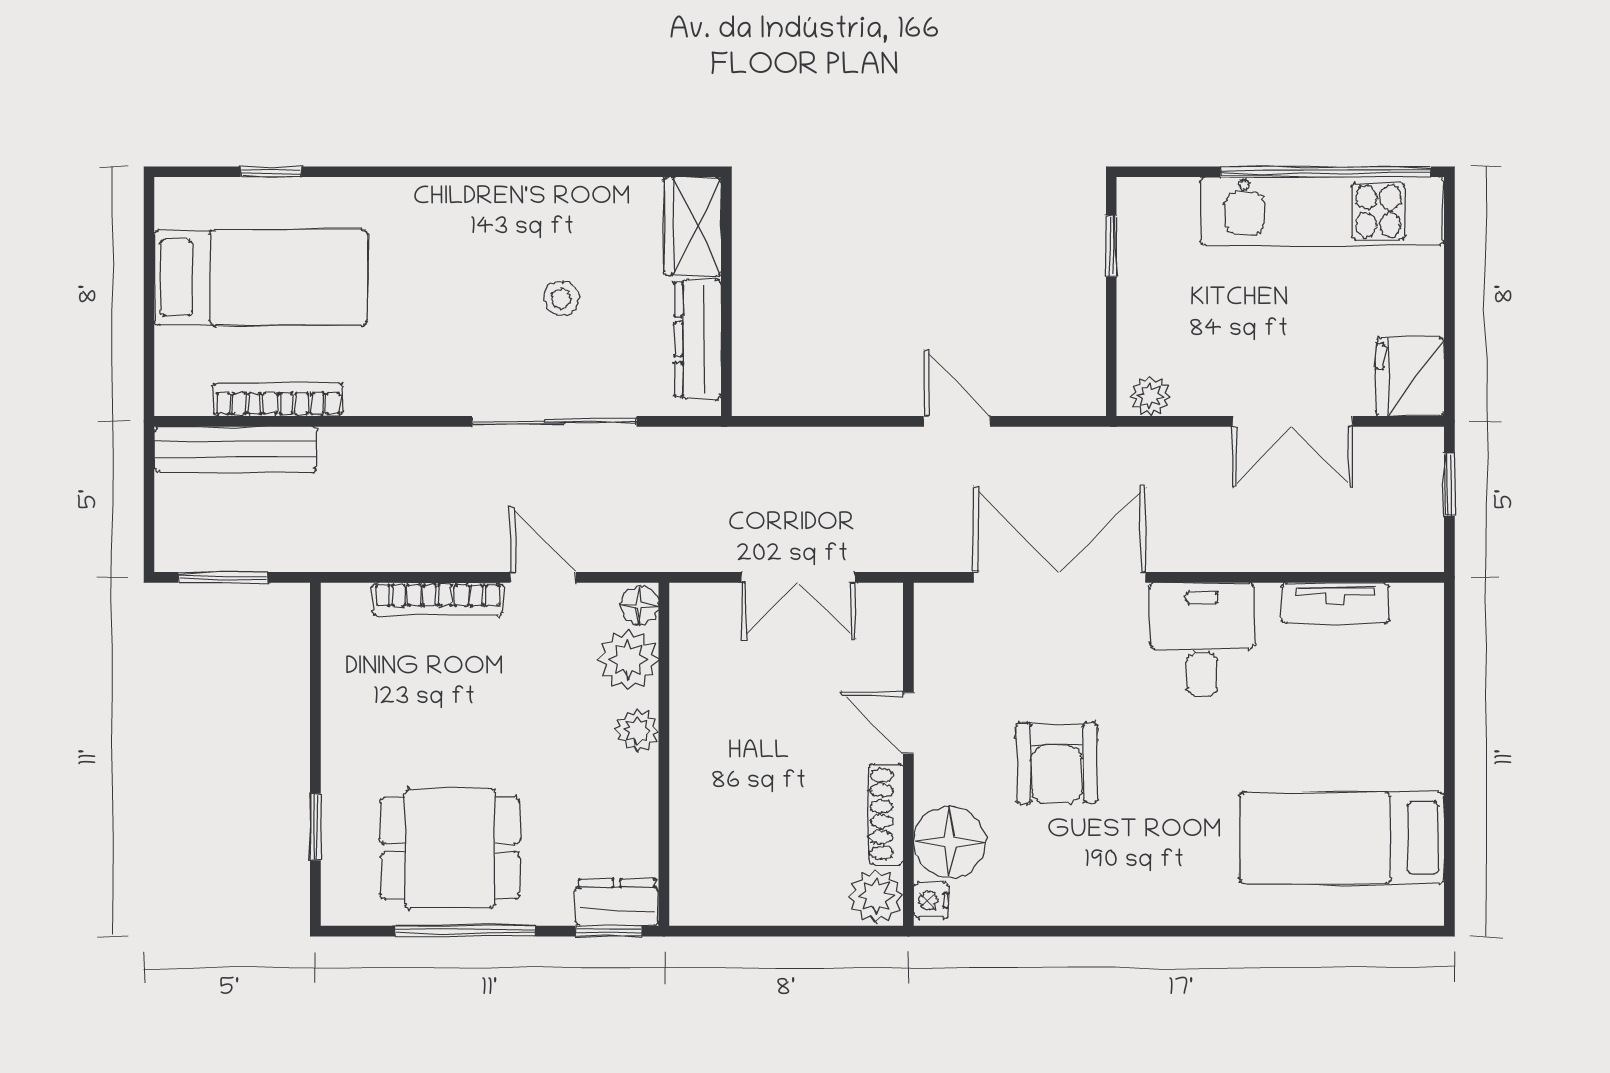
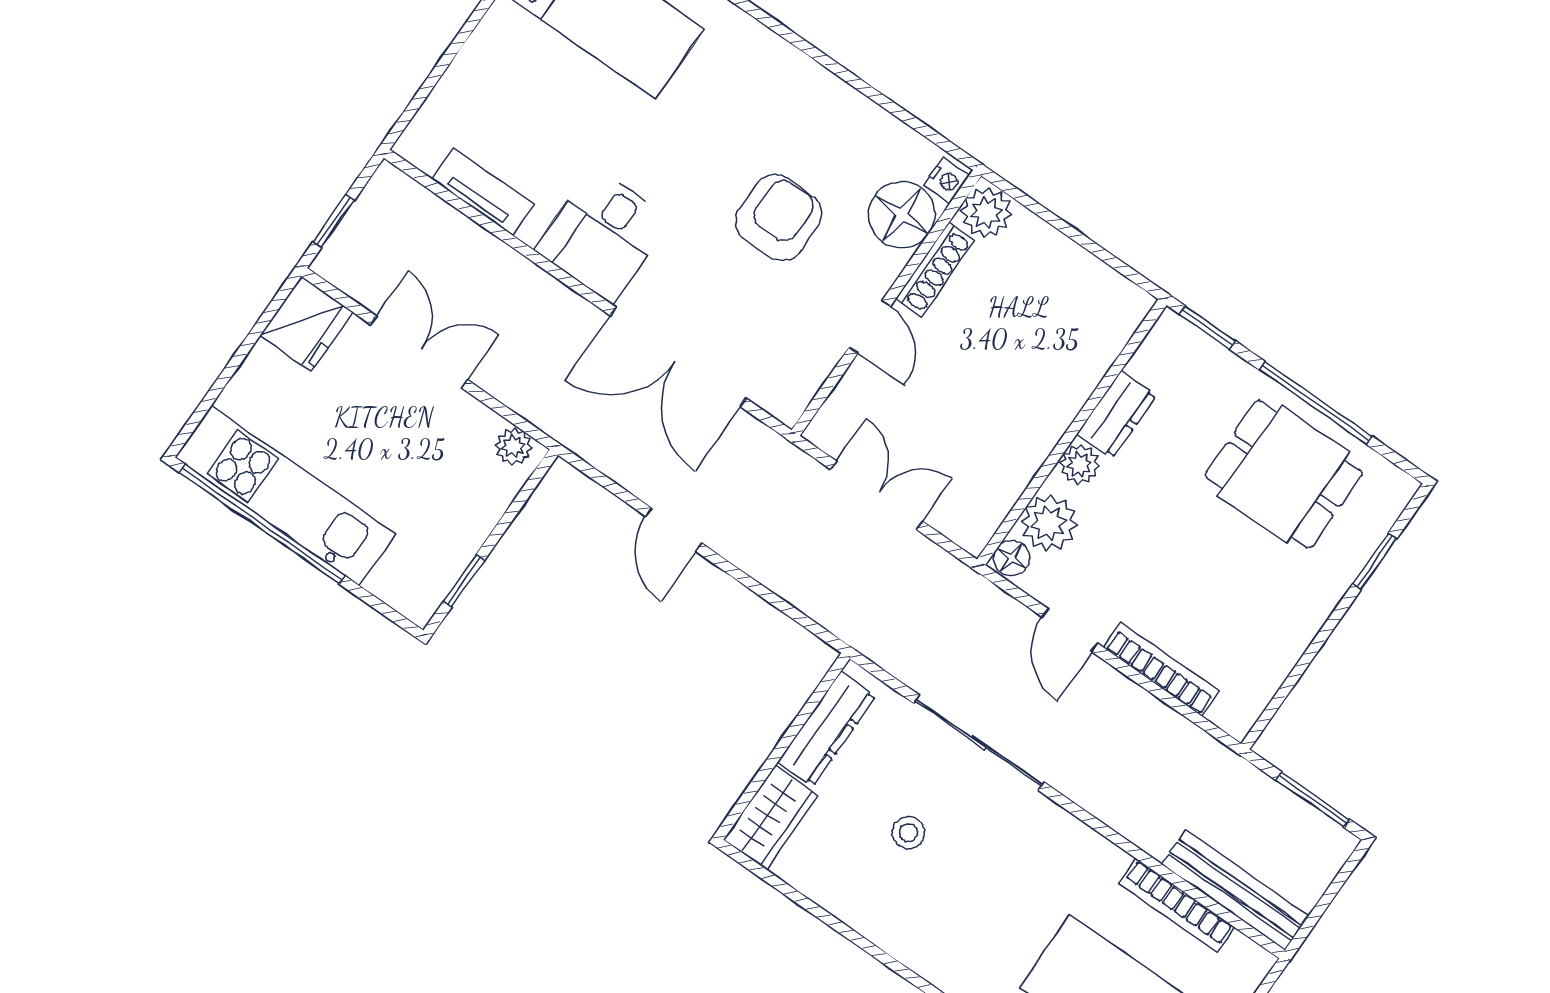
dresser: (617, 902) -> (1117, 414), moved, turned -90

